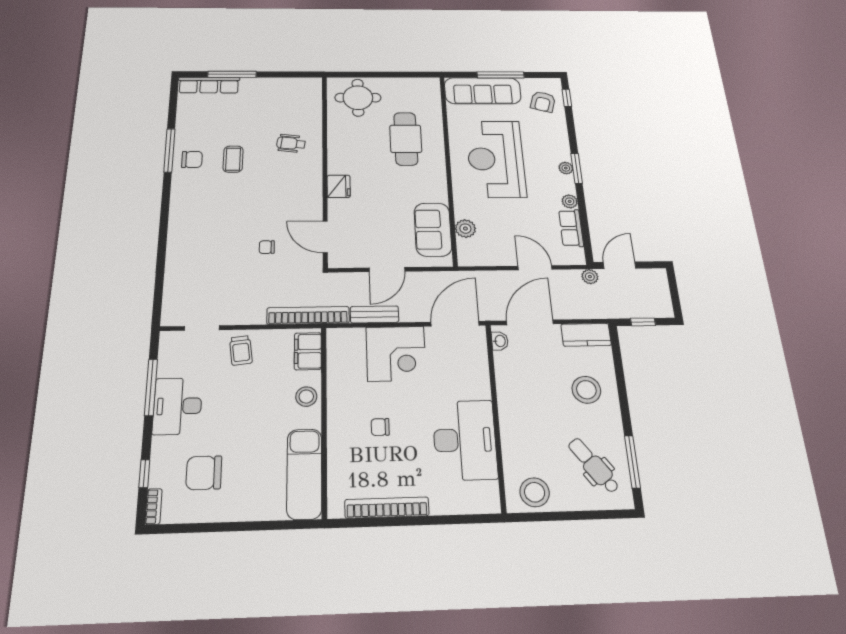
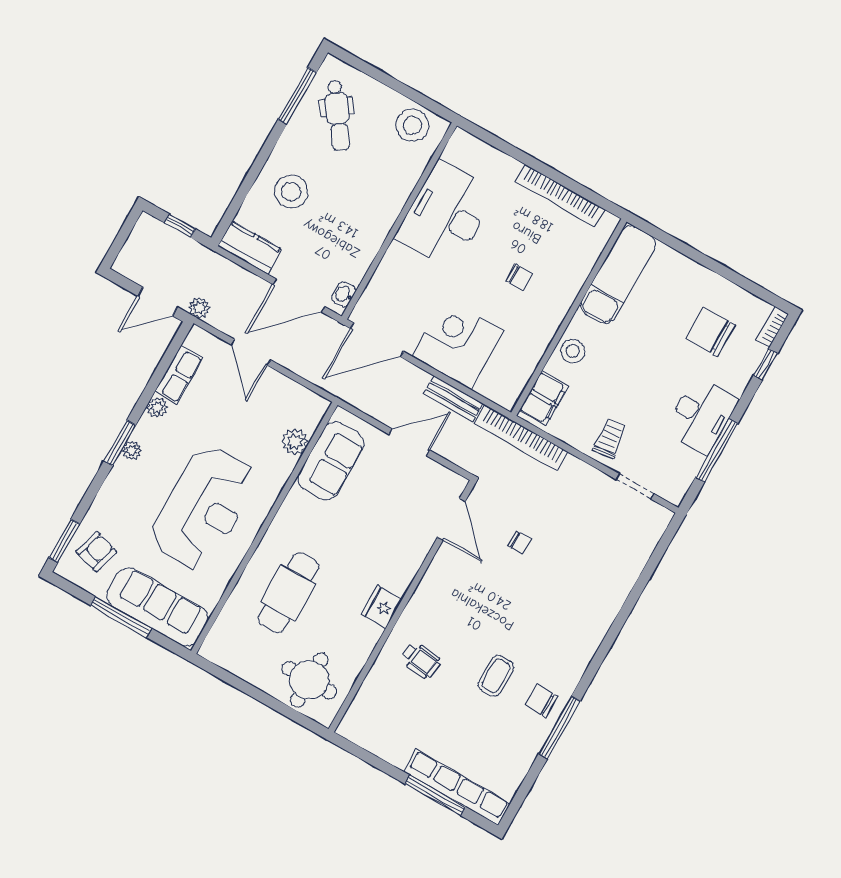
row of seats: (209, 85) -> (457, 787), width x1.36
window: (567, 98) -> (64, 541), width x1.50
fridge: (339, 186) -> (382, 607), moved
chair: (204, 473) -> (711, 332), turned 180

